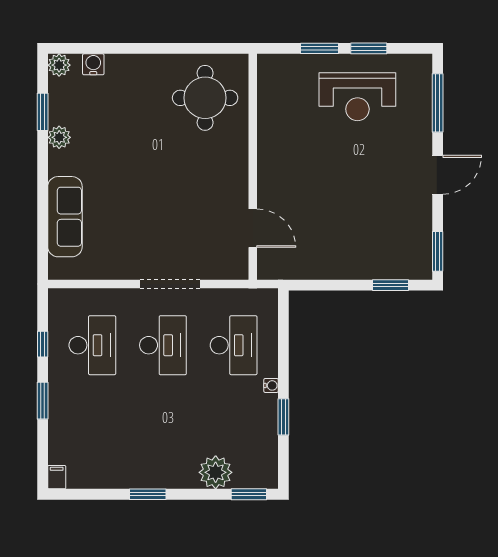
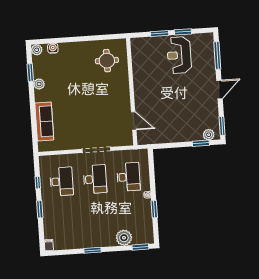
reception desk: (357, 97) -> (179, 55), turned 90
round table: (205, 98) -> (107, 61), width x0.73, depth x0.73
plant: (408, 268) -> (209, 135), added

